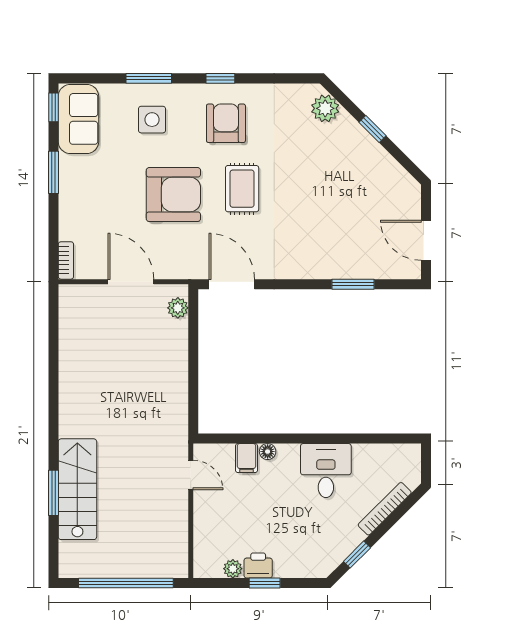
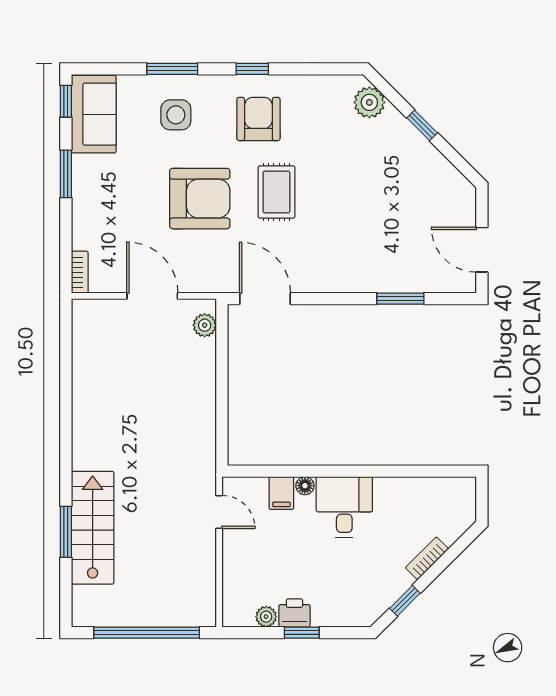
desk: (326, 471) -> (344, 507), moved
bookcase: (385, 509) -> (427, 558), width x0.64

